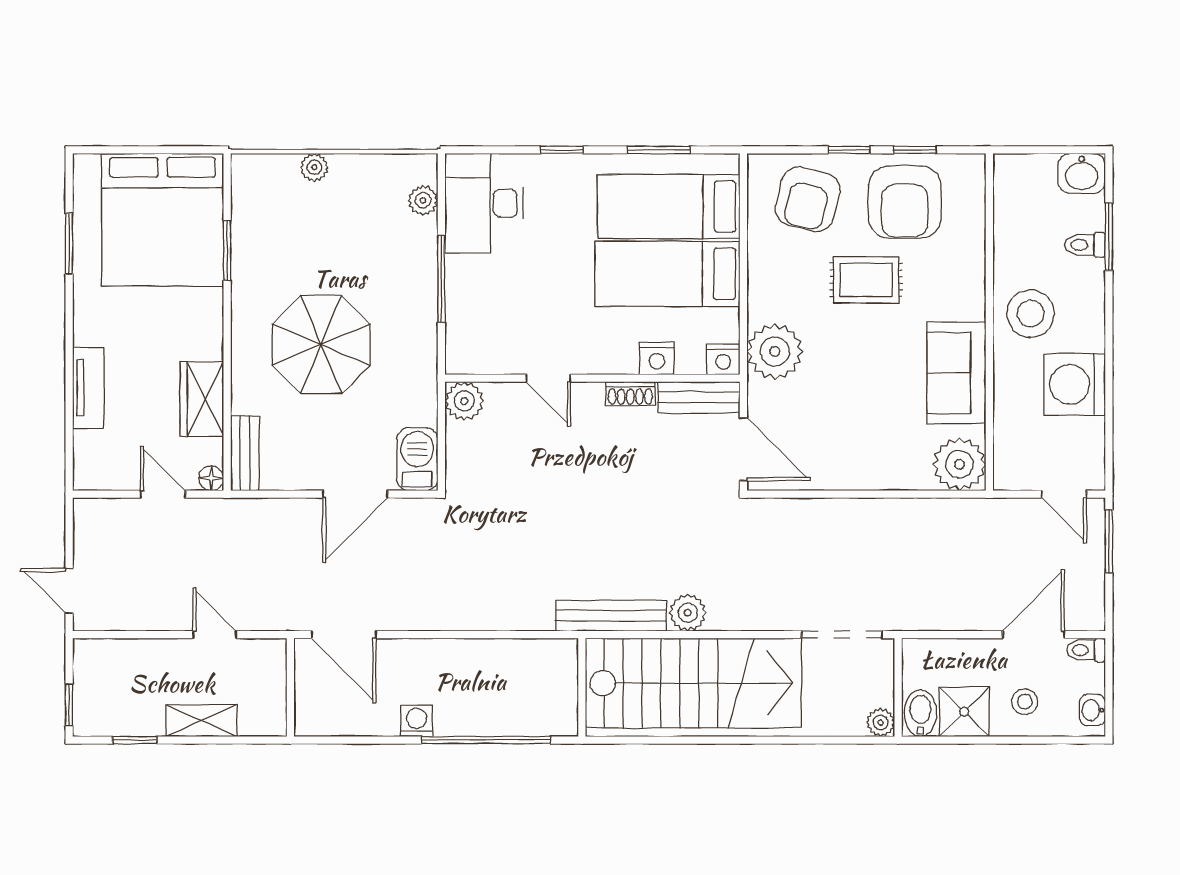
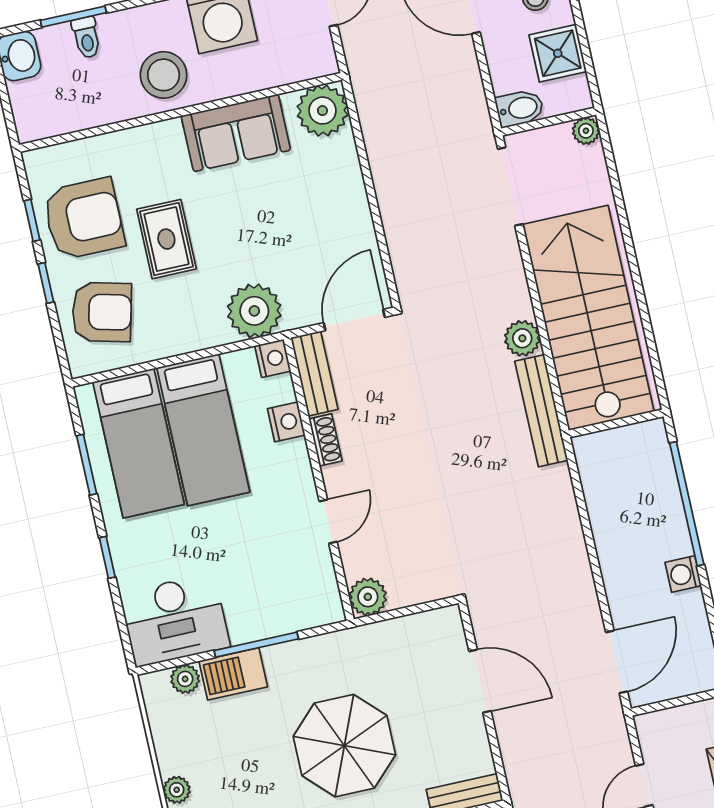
barbecue: (417, 459) -> (233, 674), moved
bidet: (920, 713) -> (520, 108), moved, turned 180

